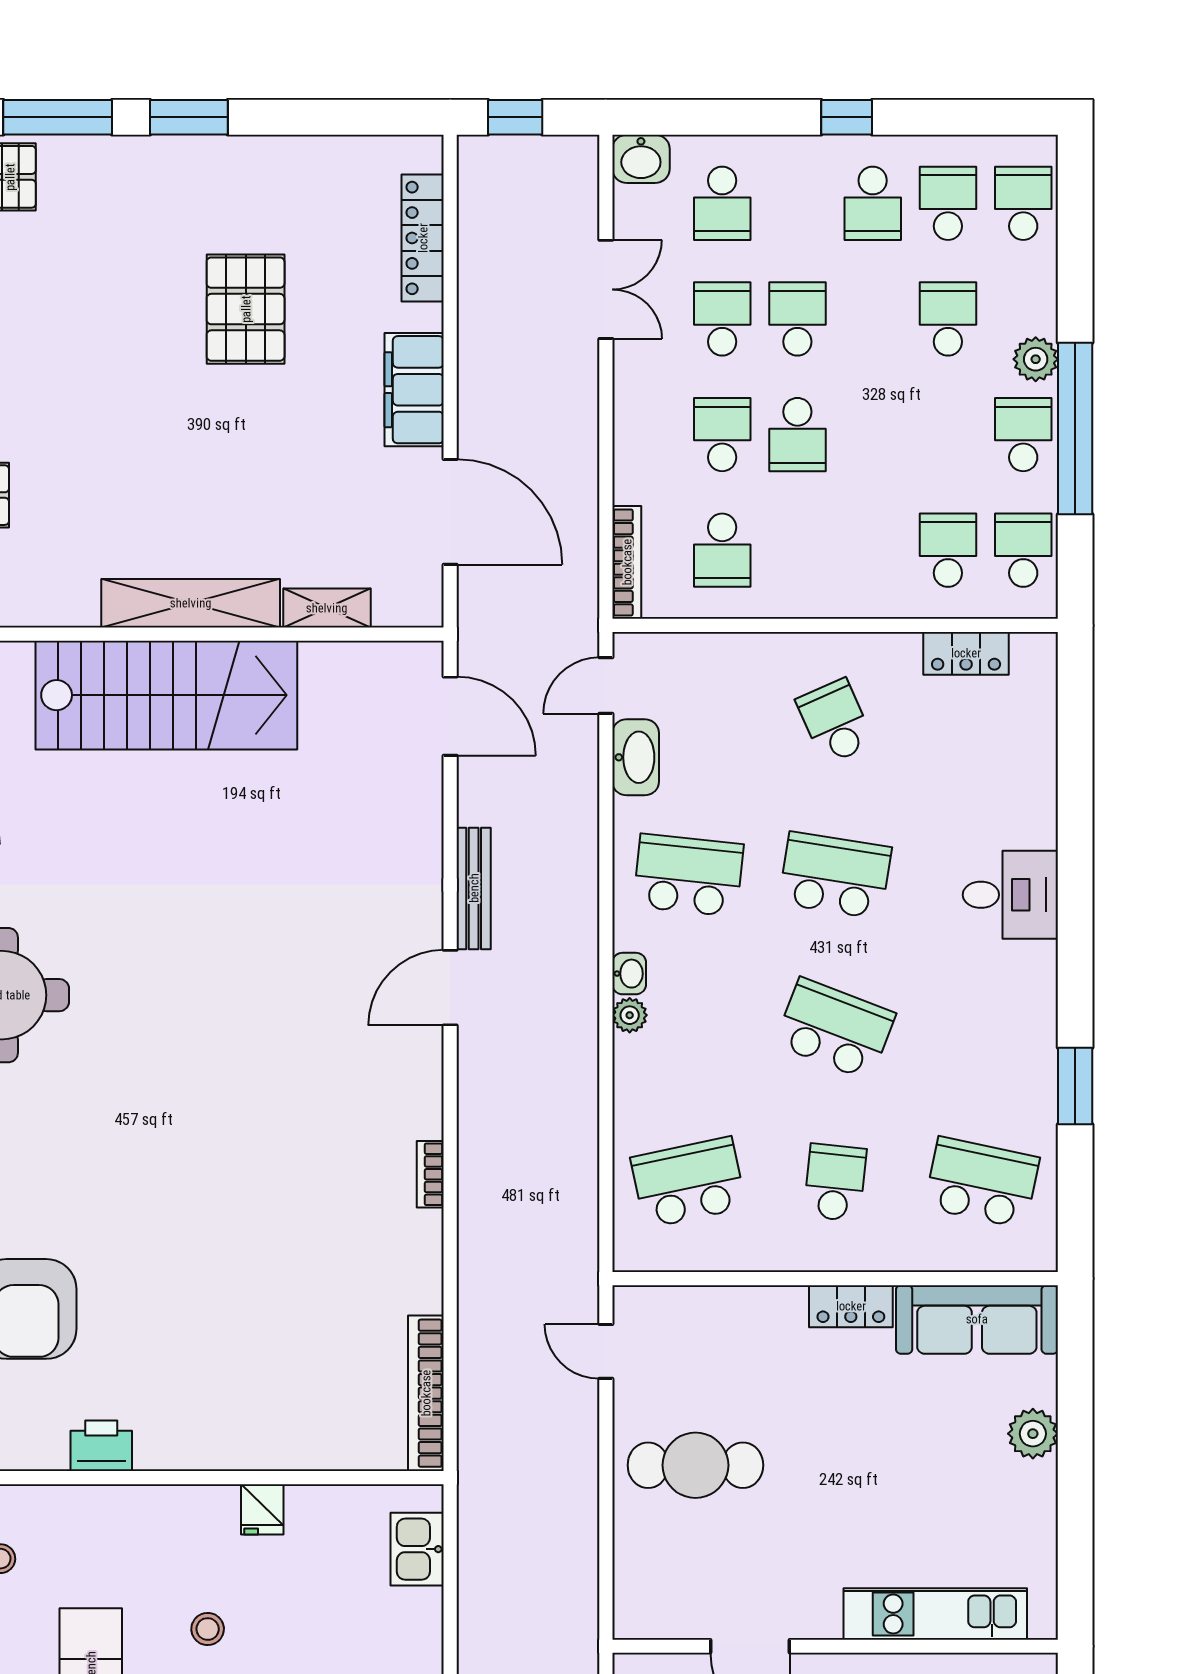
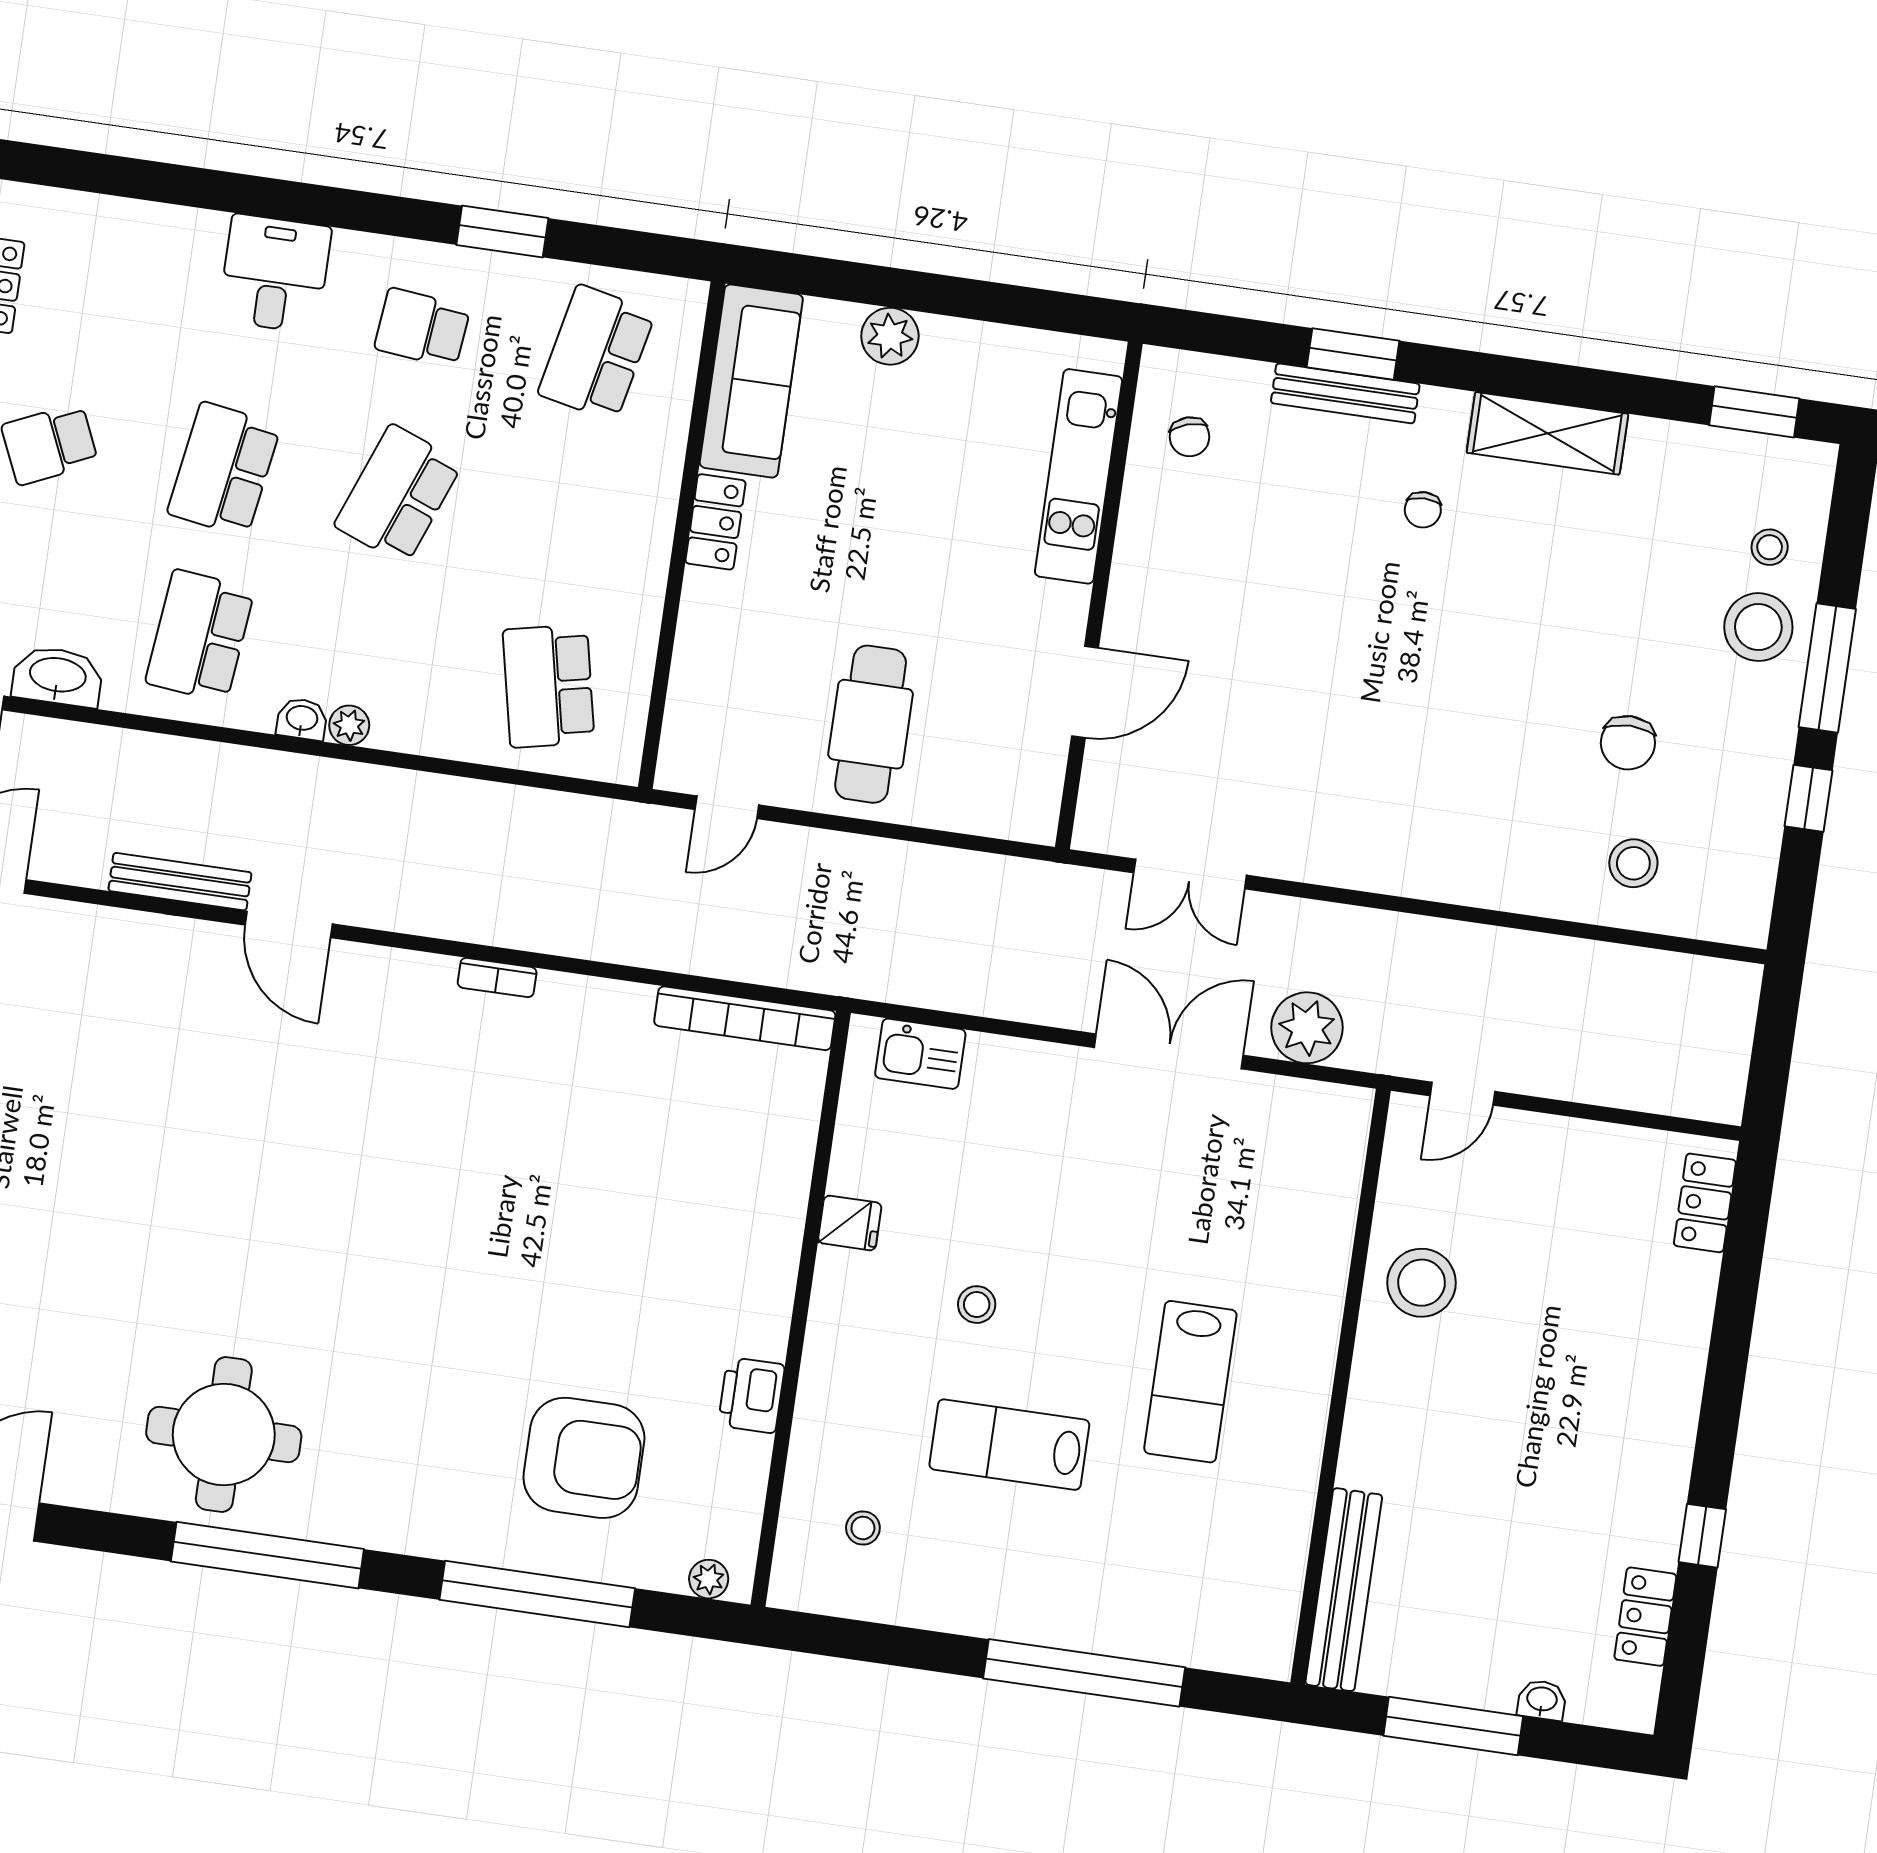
school desk: (835, 1182) -> (422, 328), moved

